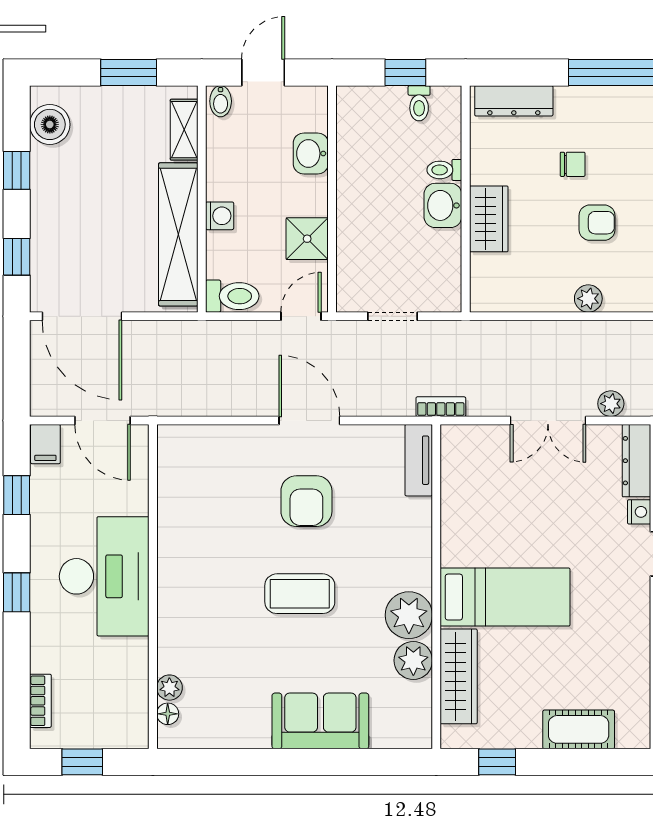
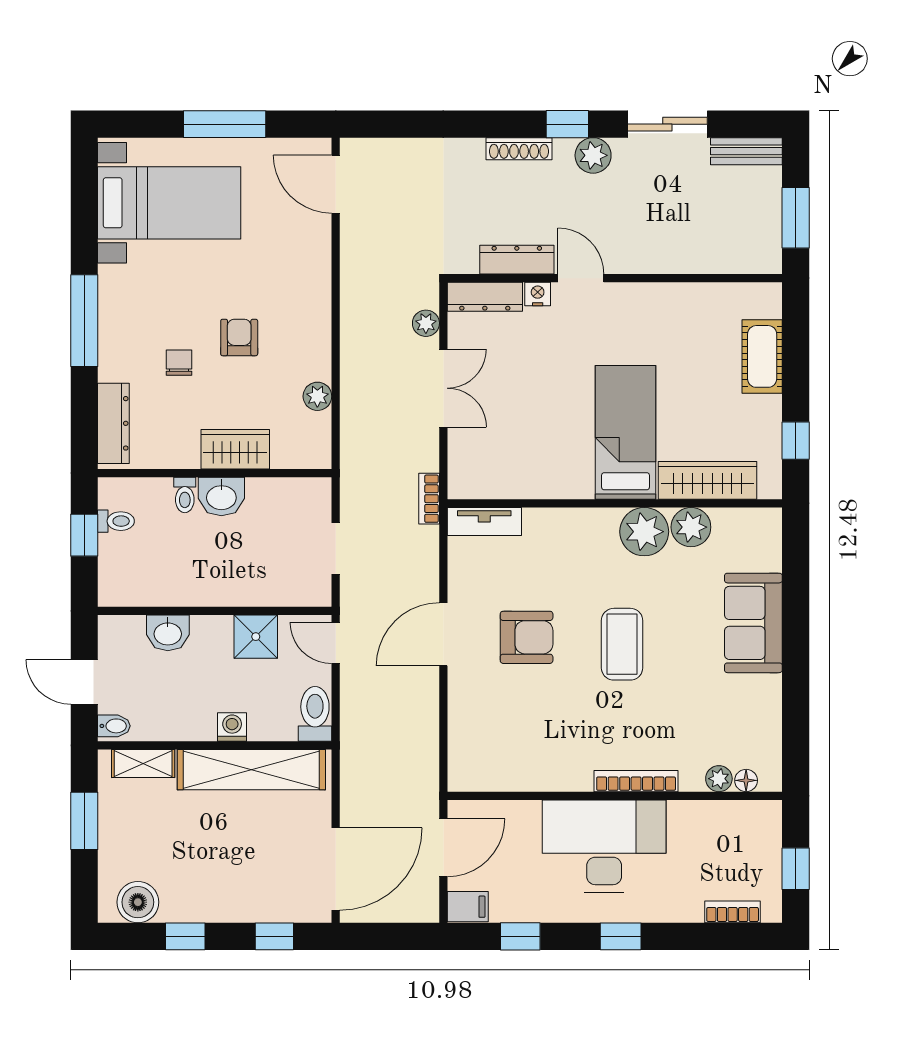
plant: (588, 299) -> (317, 396), moved
bookcase: (167, 607) -> (636, 781), added

